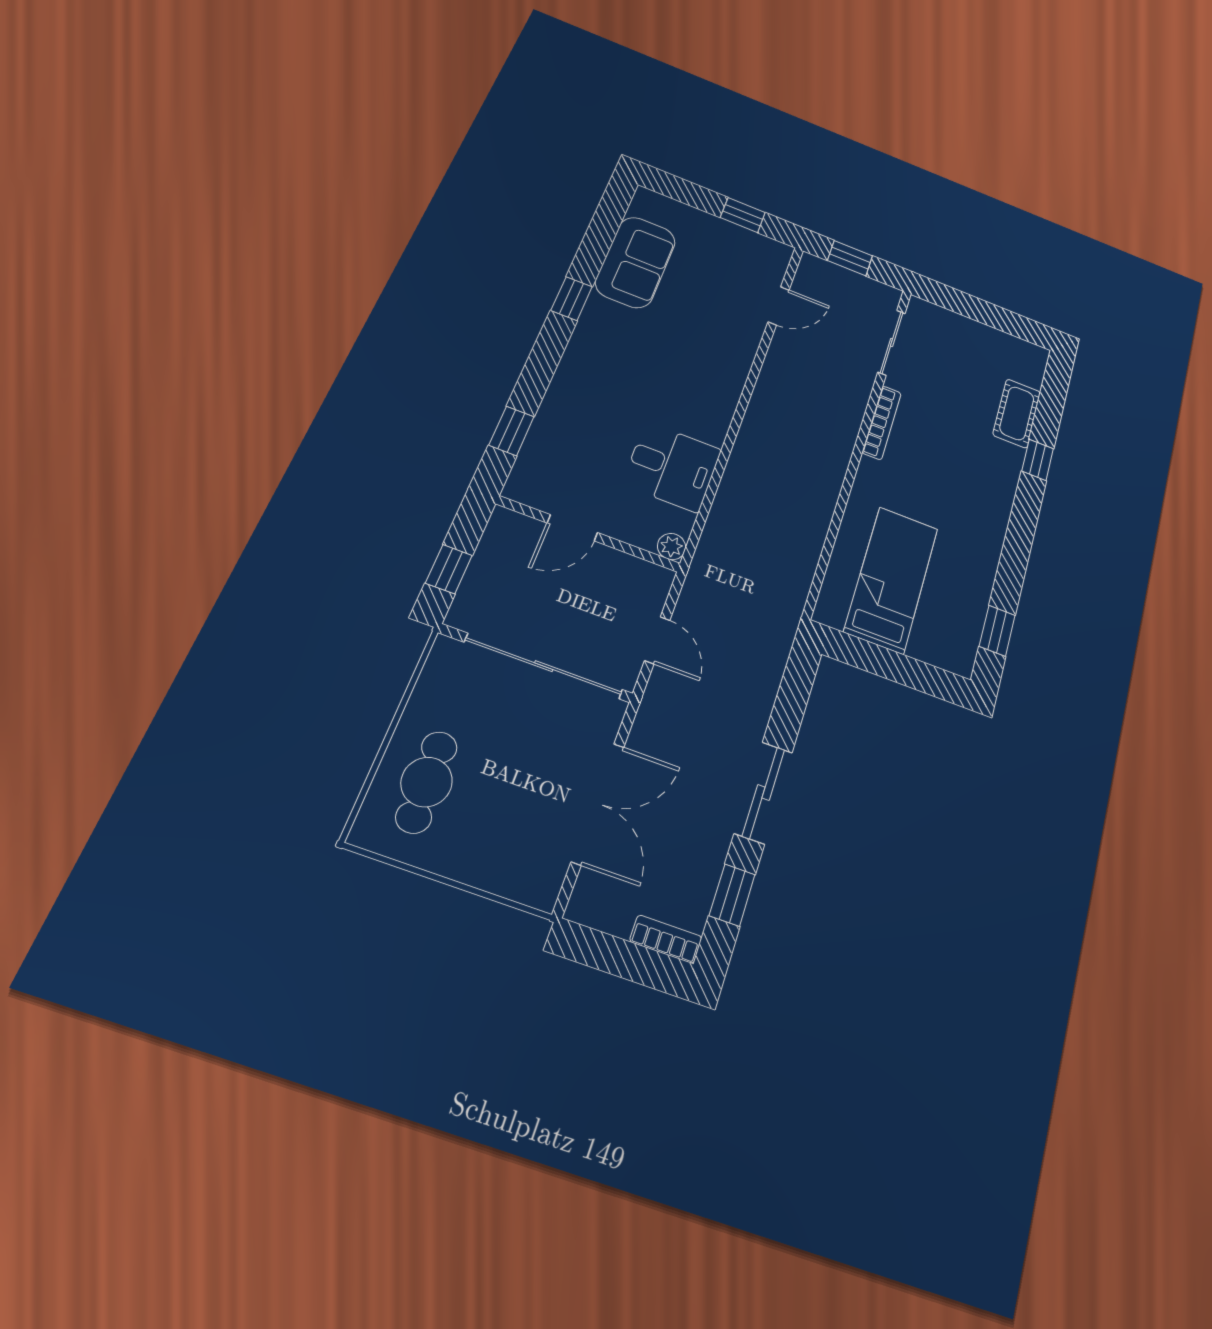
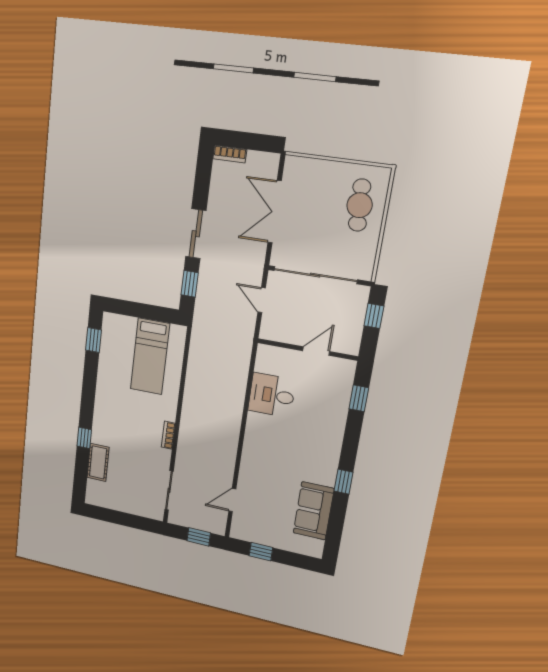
bookcase: (882, 423) -> (168, 435), width x0.64
plant: (672, 547) -> (264, 351), removed
window: (732, 895) -> (190, 284), moved

